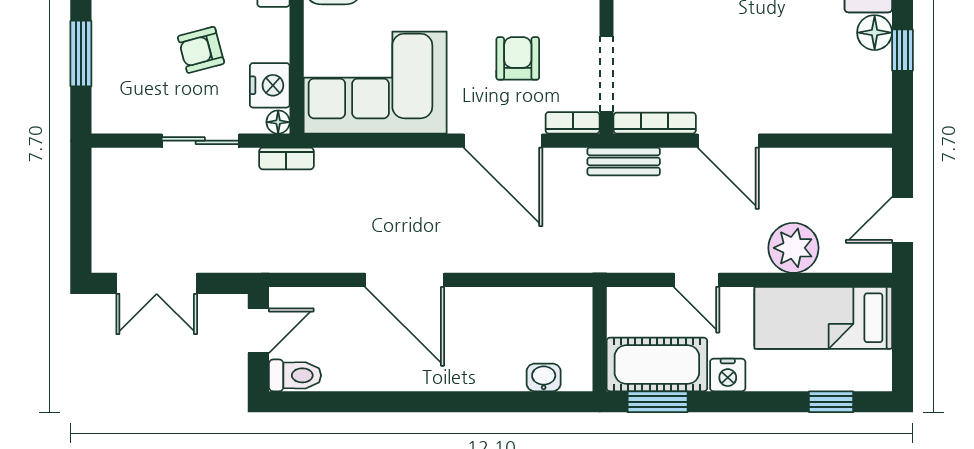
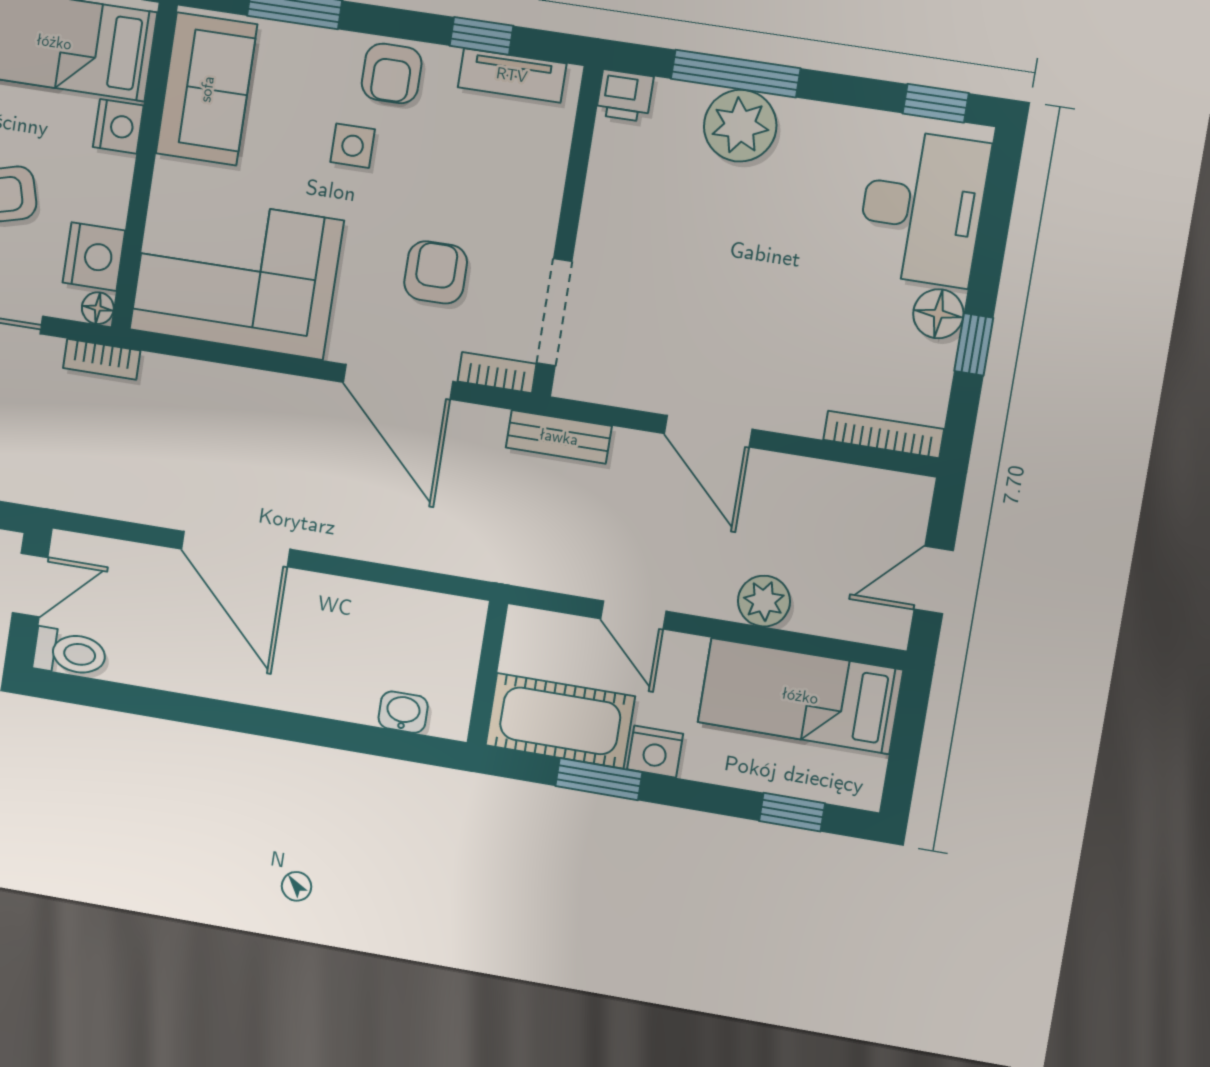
bookcase: (655, 123) -> (884, 434), moved
plant: (793, 248) -> (764, 601), width x0.73, depth x0.73
window: (658, 402) -> (599, 779), moved

